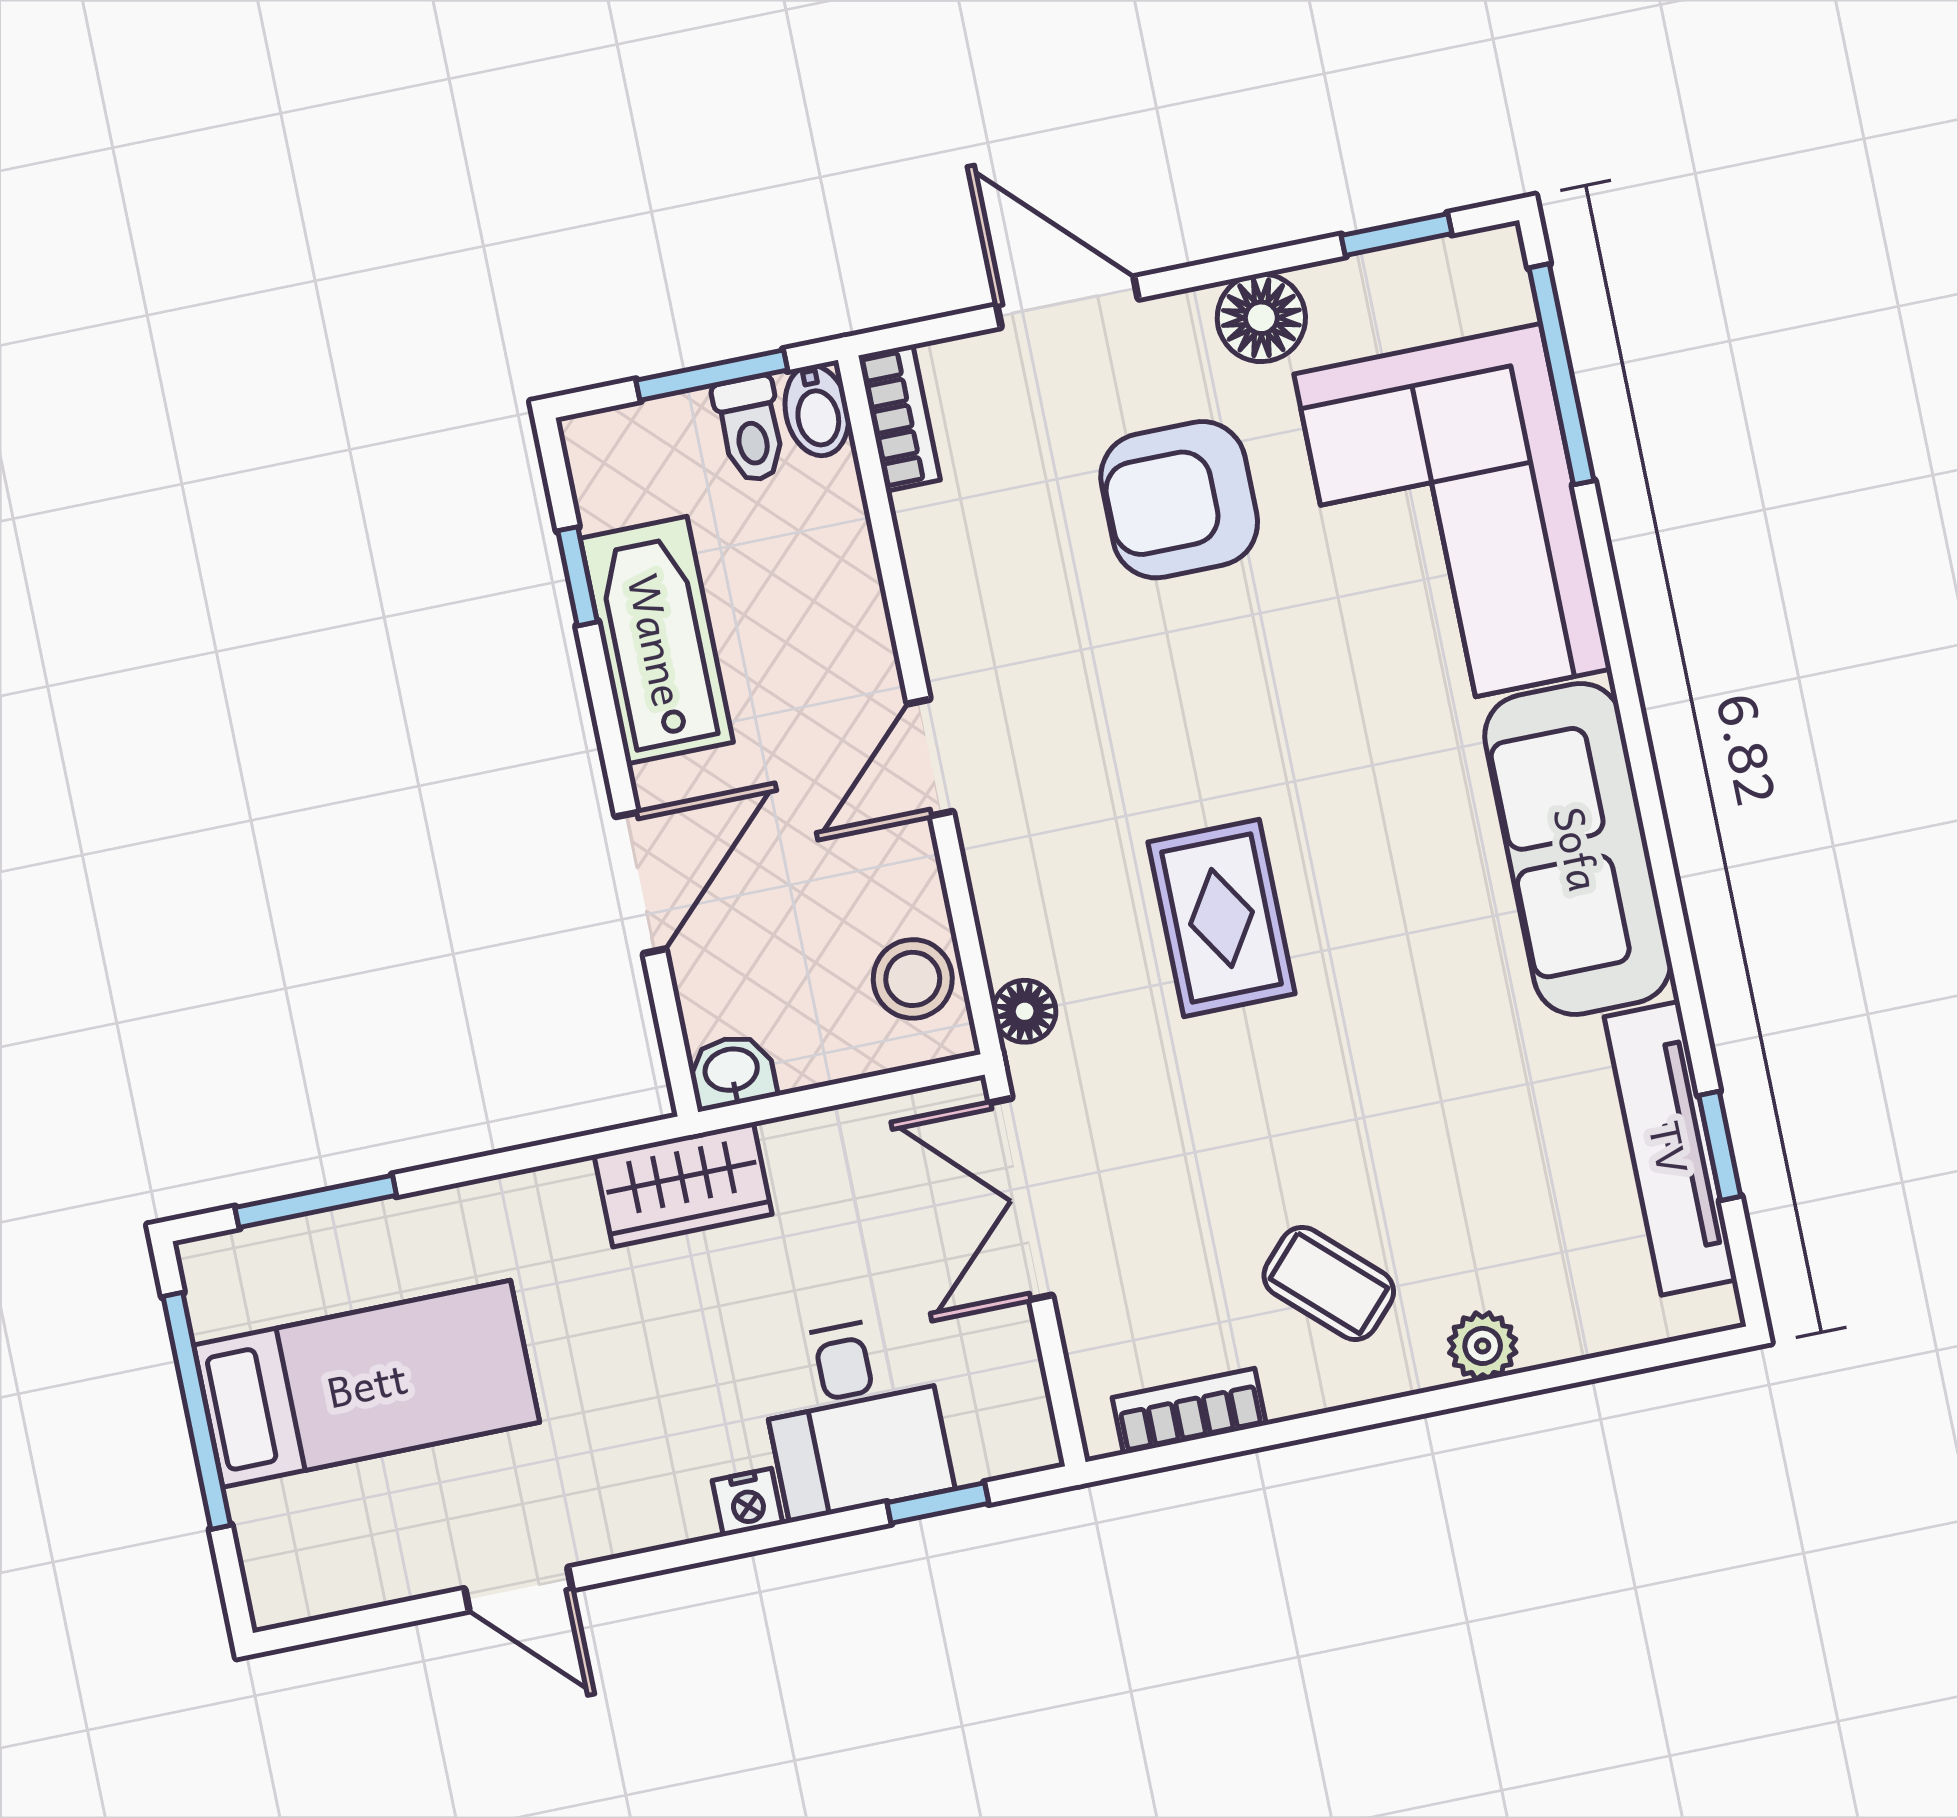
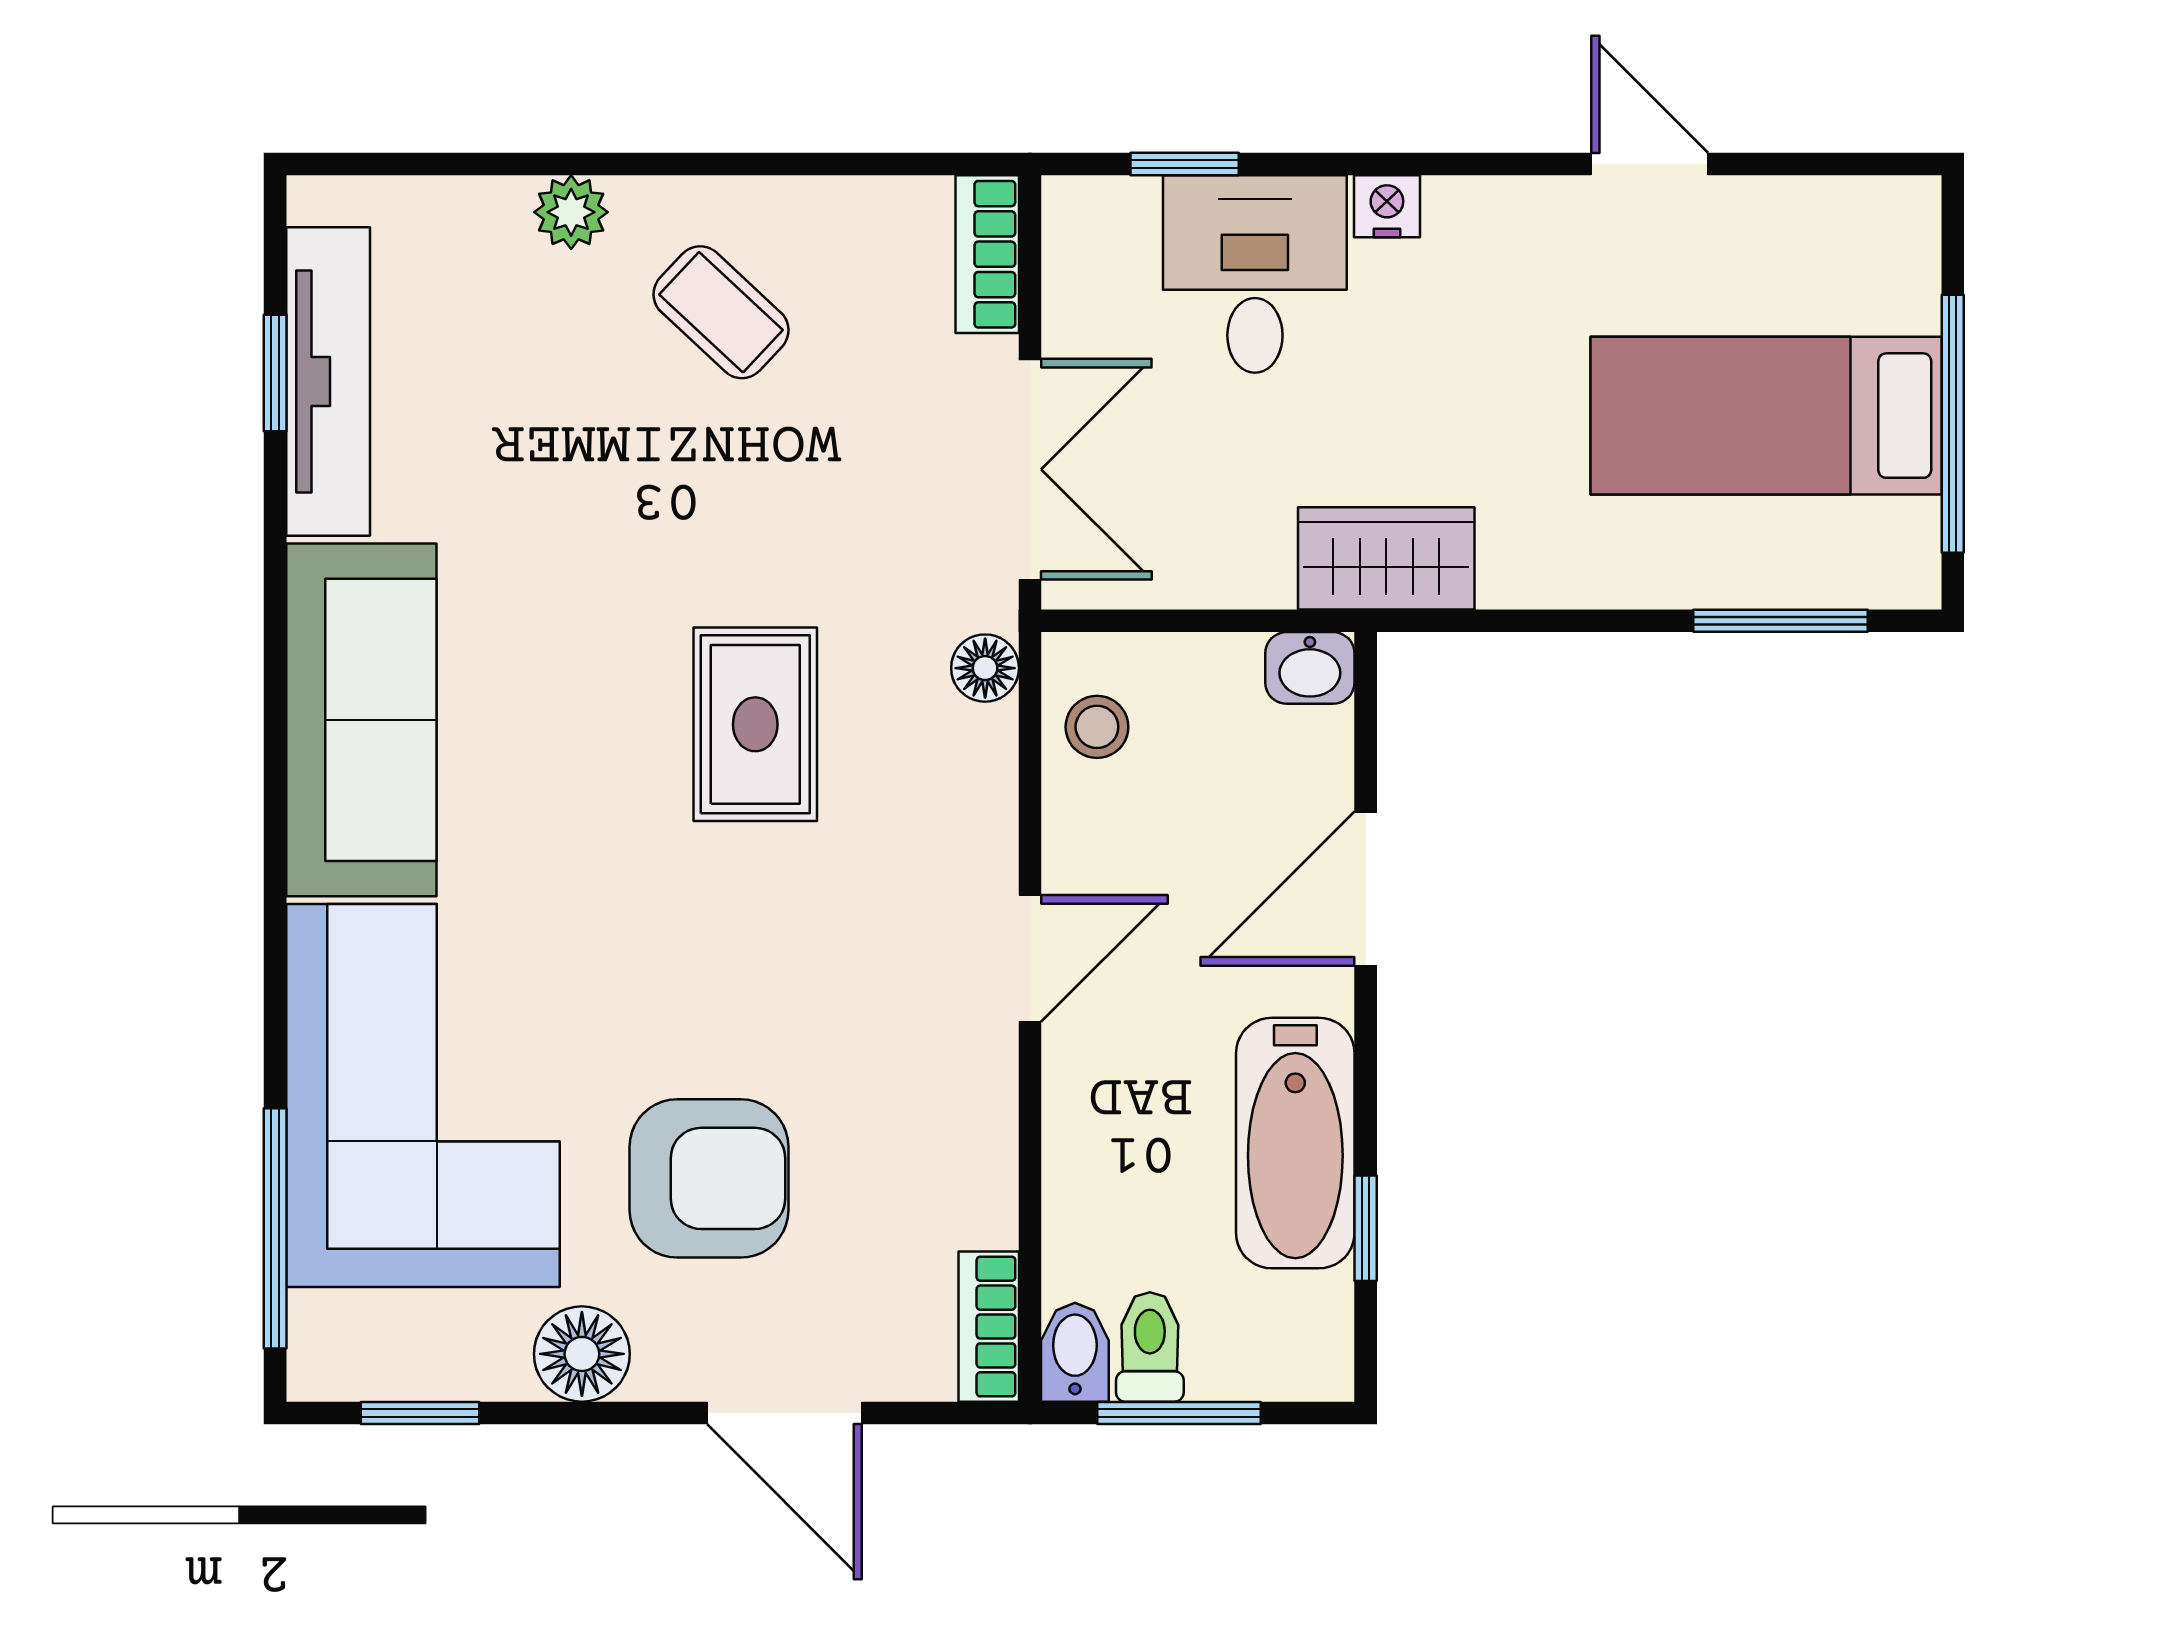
stool: (913, 979) -> (1097, 727), width x0.73, depth x0.73
bookcase: (1189, 1411) -> (987, 254), moved, turned 90

